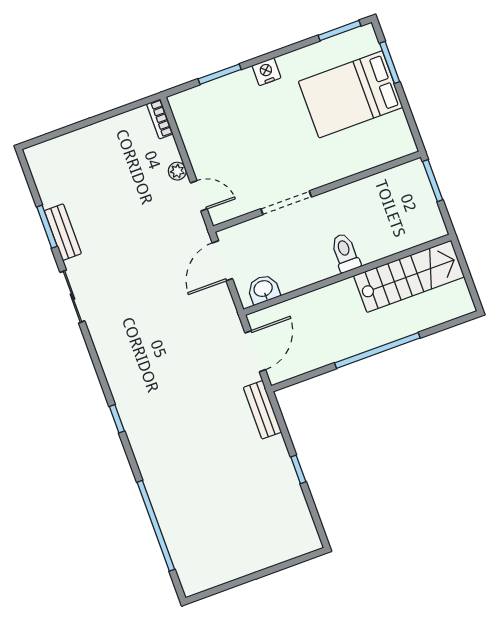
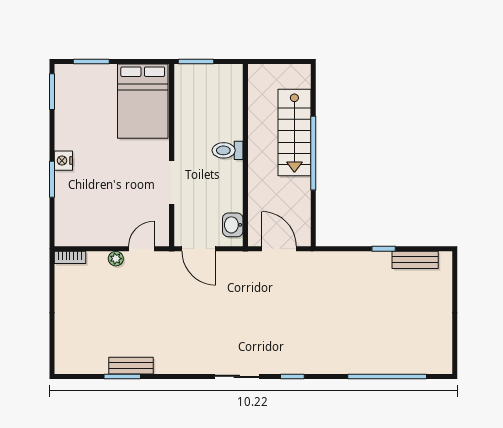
window: (220, 74) -> (52, 179), moved
bed: (351, 94) -> (143, 101), moved
stairs: (409, 276) -> (294, 132), moved, turned 180
sliding door: (72, 297) -> (237, 376), moved
bench: (262, 410) -> (415, 260), moved

